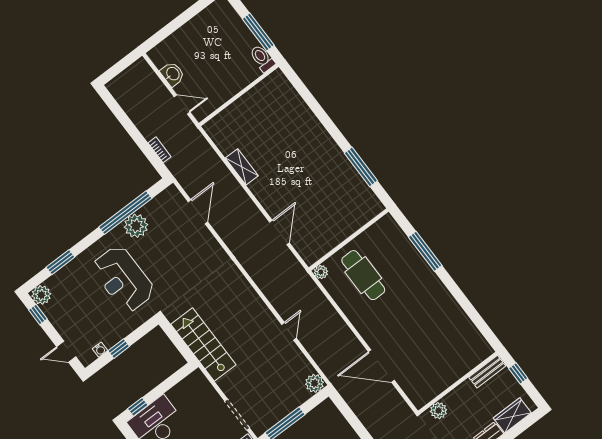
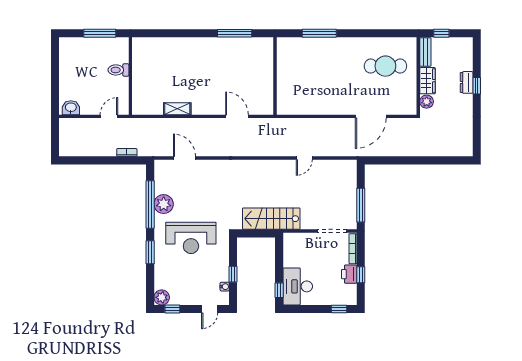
toilet: (262, 58) -> (118, 70), moved
washbasin: (173, 74) -> (71, 108), moved
window: (60, 262) -> (150, 252), moved
plant: (321, 272) -> (282, 109), removed
cafe table: (363, 275) -> (385, 66), moved
door: (289, 331) -> (304, 158), swing flipped
plant: (314, 383) -> (349, 167), removed
wardrobe: (512, 415) -> (428, 81), moved, turned 180

